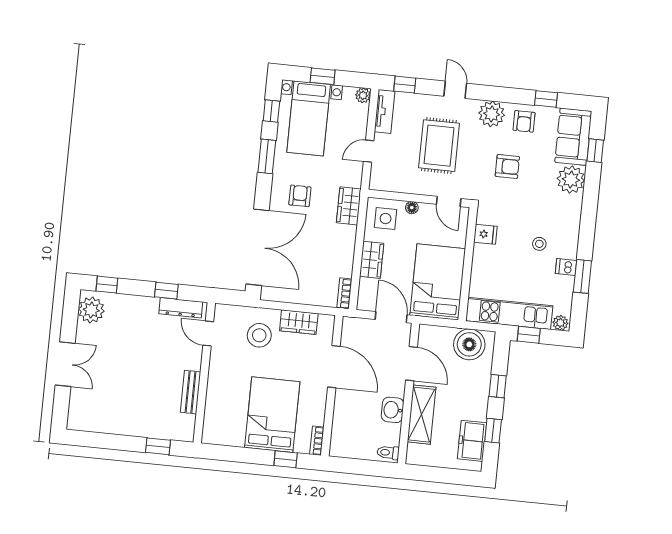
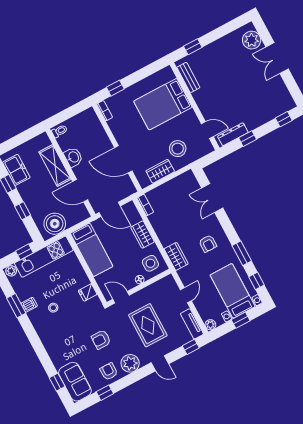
plant: (571, 180) -> (60, 356), removed
double door: (258, 247) -> (212, 198), width x0.54
bed: (438, 282) -> (92, 250), width x0.67
plant: (91, 310) -> (252, 40), moved
bench: (190, 392) -> (188, 77), moved
bed: (272, 415) -> (163, 104), moved, turned 90

